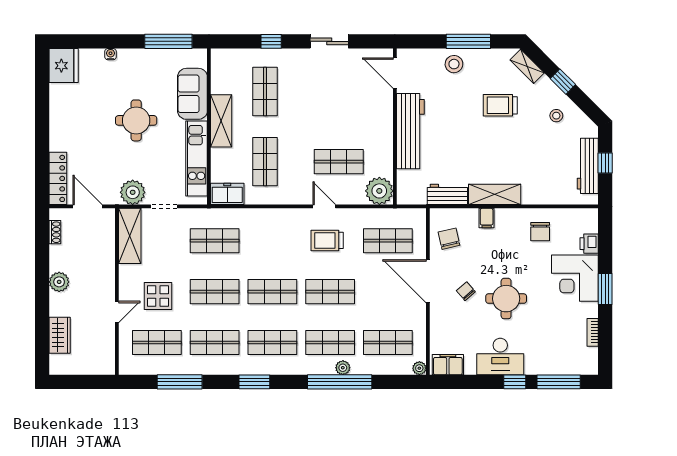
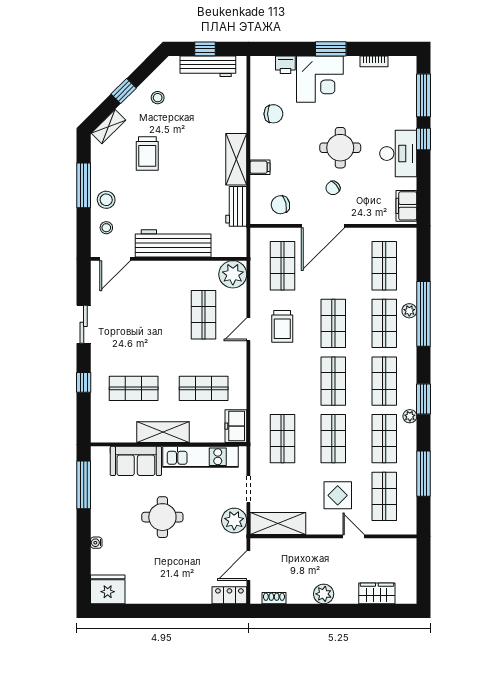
stool: (426, 64) -> (106, 228), added
locker: (58, 178) -> (229, 595), width x0.66
plant: (419, 368) -> (410, 416), moved

